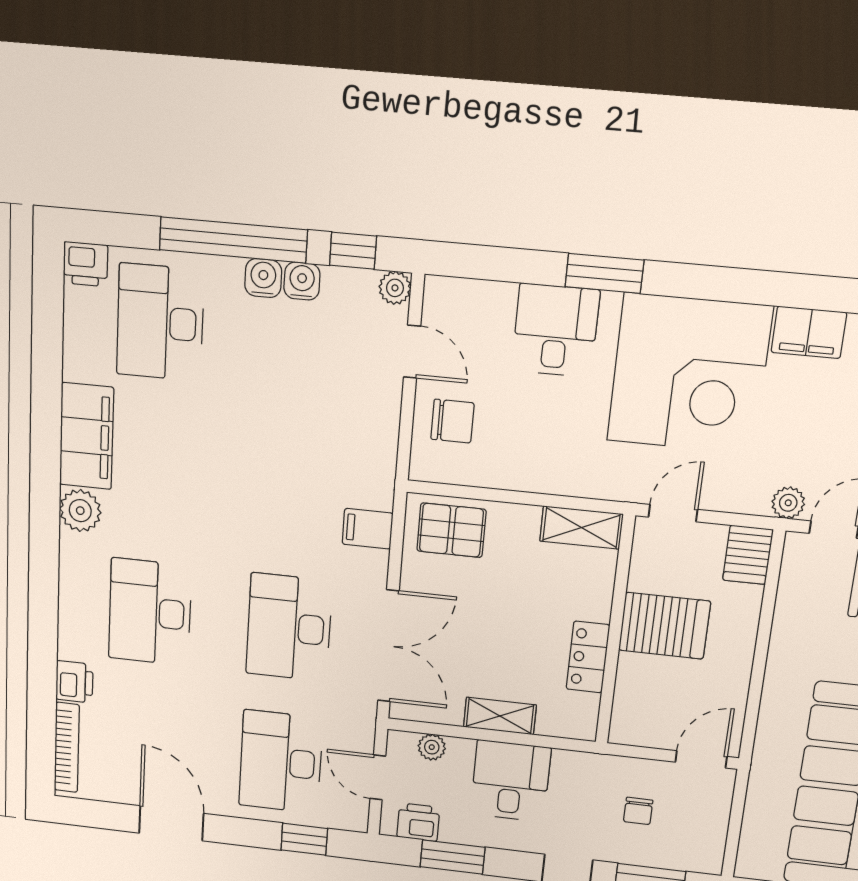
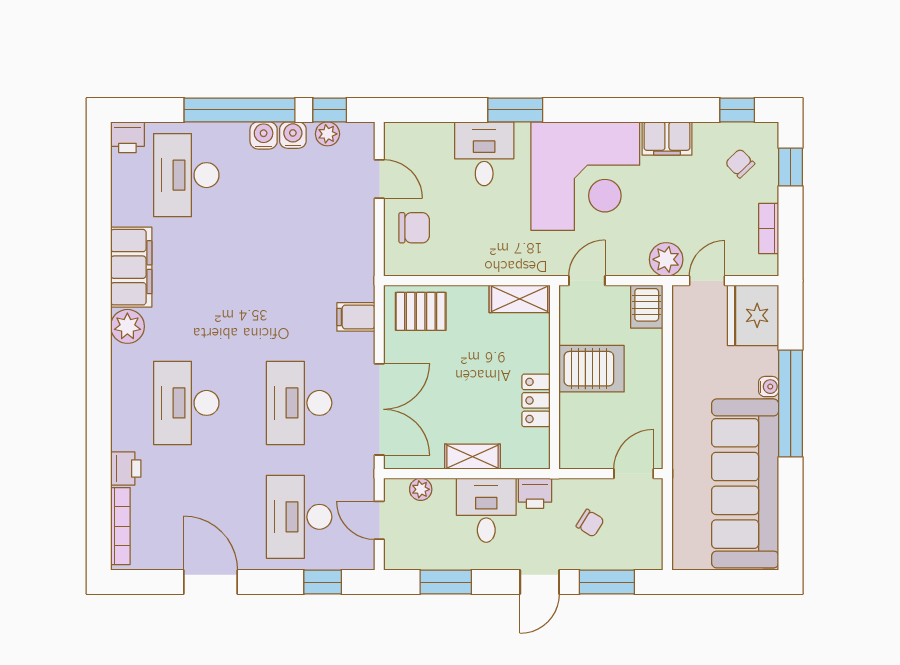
plant: (395, 288) -> (327, 134), moved
plant: (788, 503) -> (666, 259), width x1.38, depth x1.38
chair: (638, 811) -> (590, 523), turned -58
printer: (418, 822) -> (535, 493), moved, turned 180

